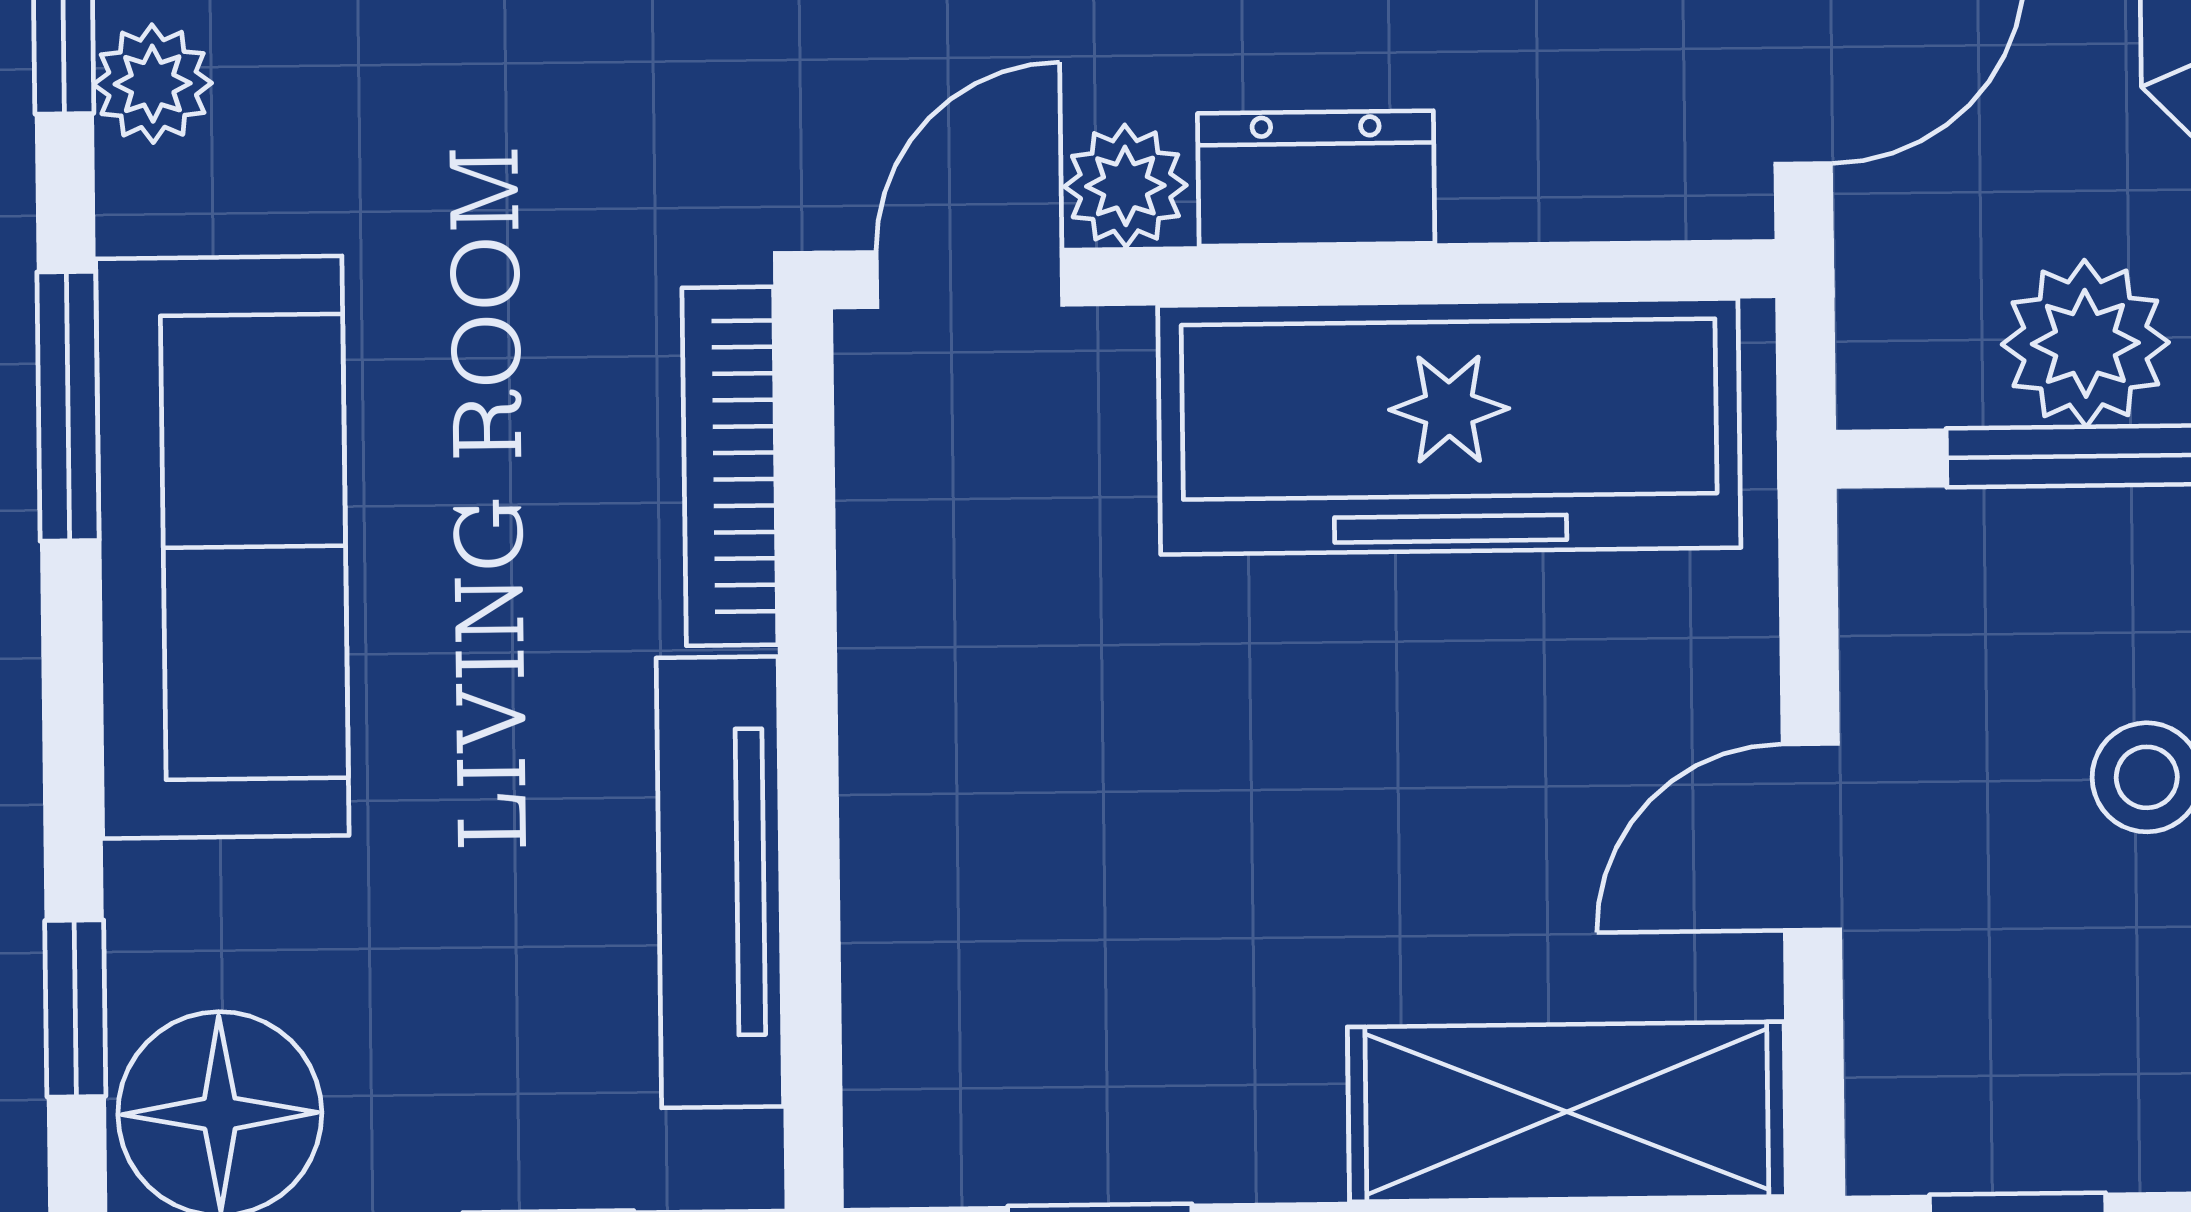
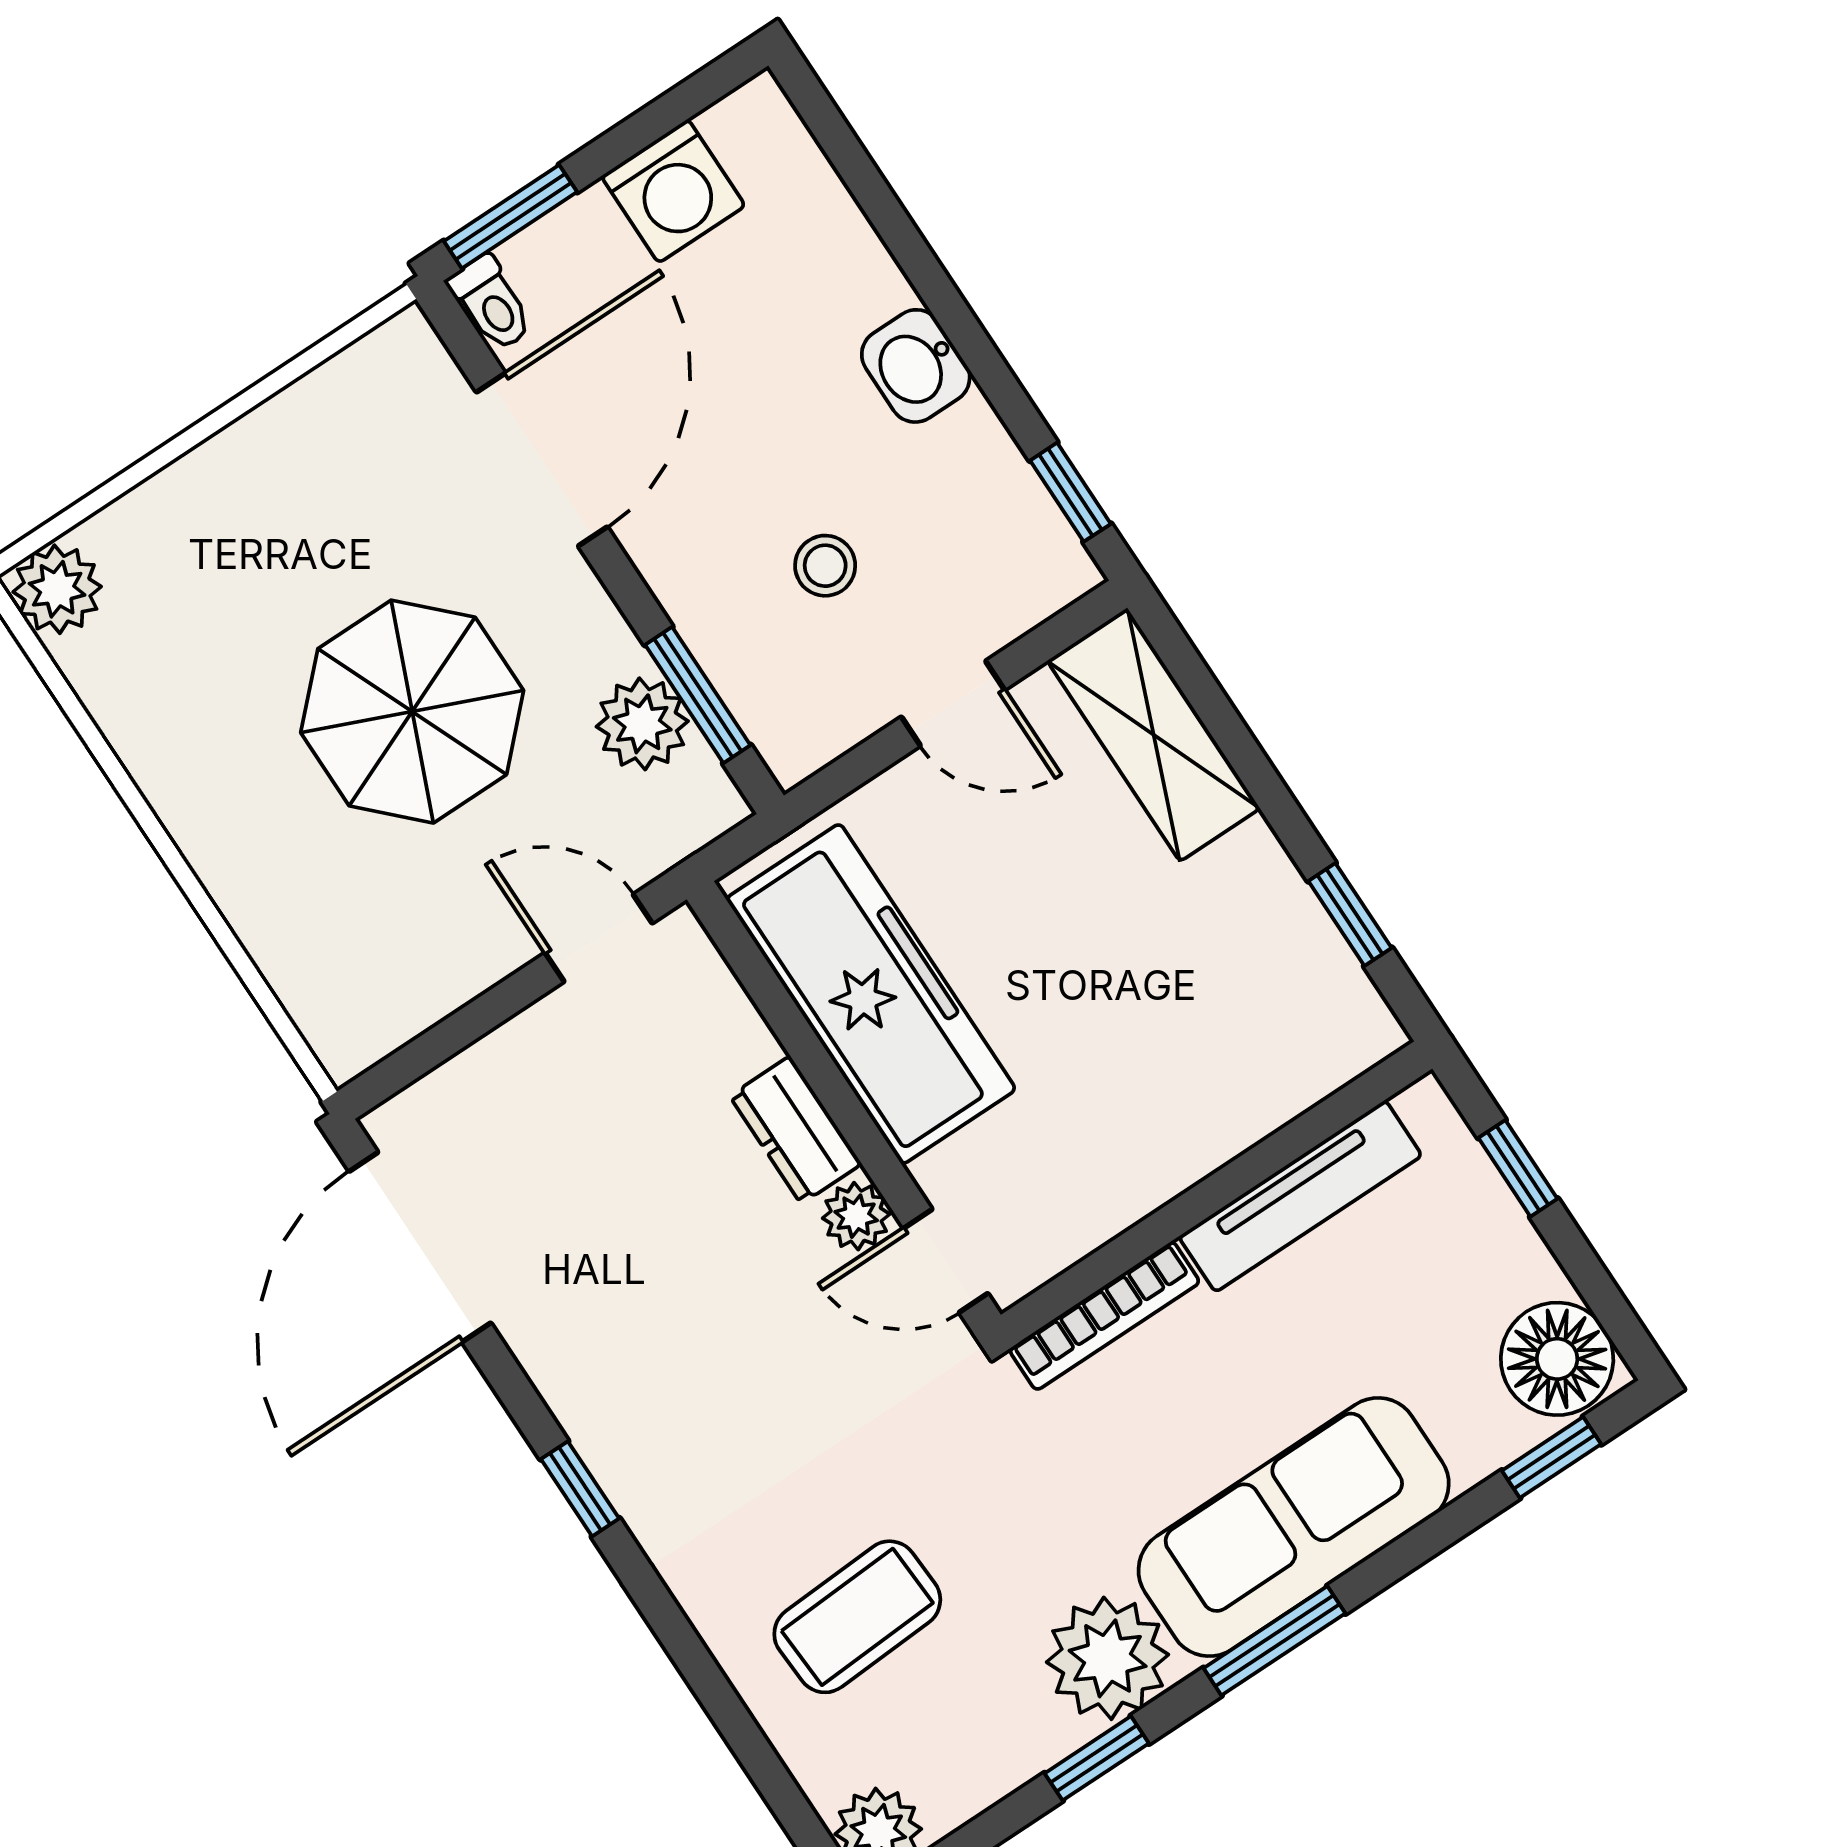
plant: (153, 84) -> (1108, 1658), width x1.87, depth x1.87

